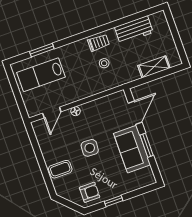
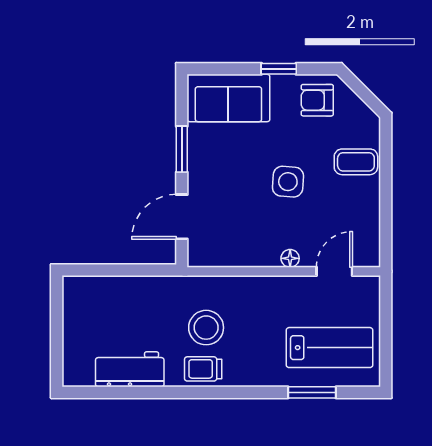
stool: (104, 63) -> (206, 328), width x1.89, depth x1.89
shelving: (154, 67) -> (117, 288), removed
sofa: (132, 149) -> (228, 98), moved, turned 90

